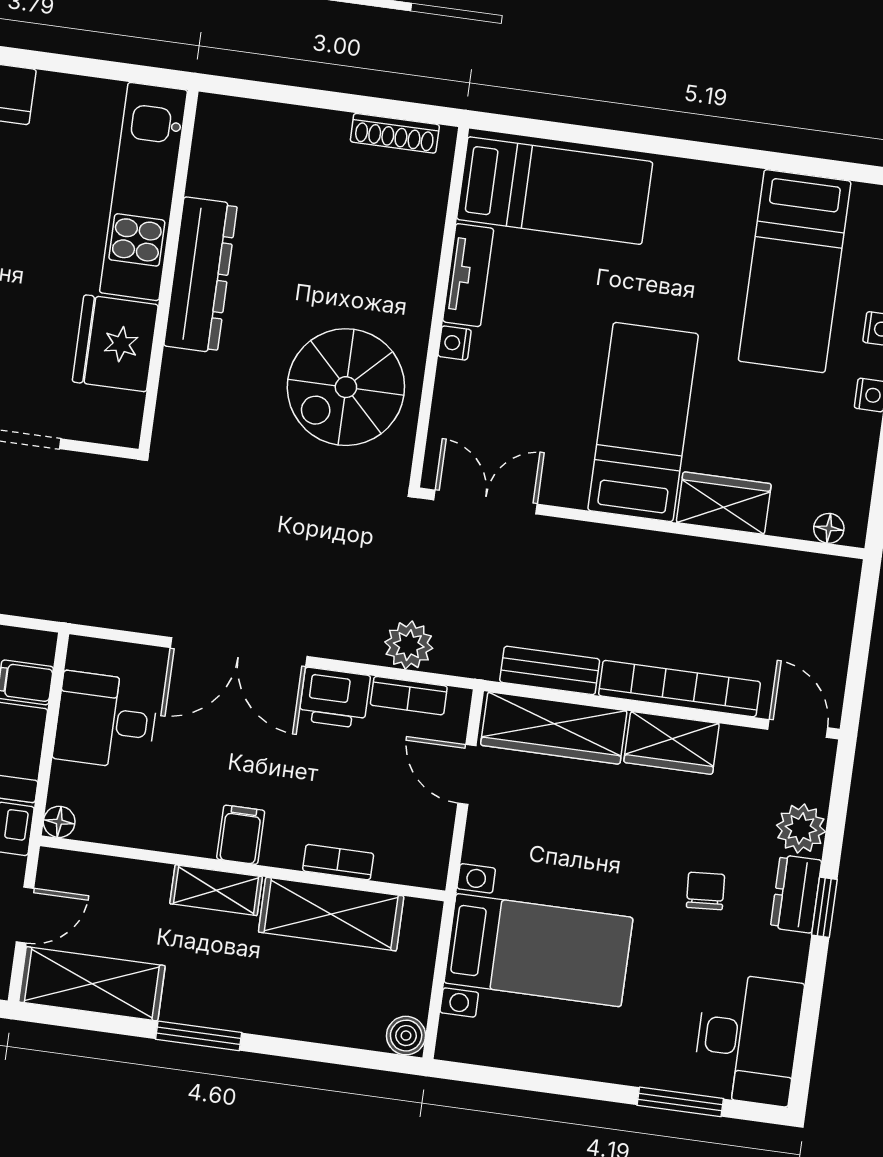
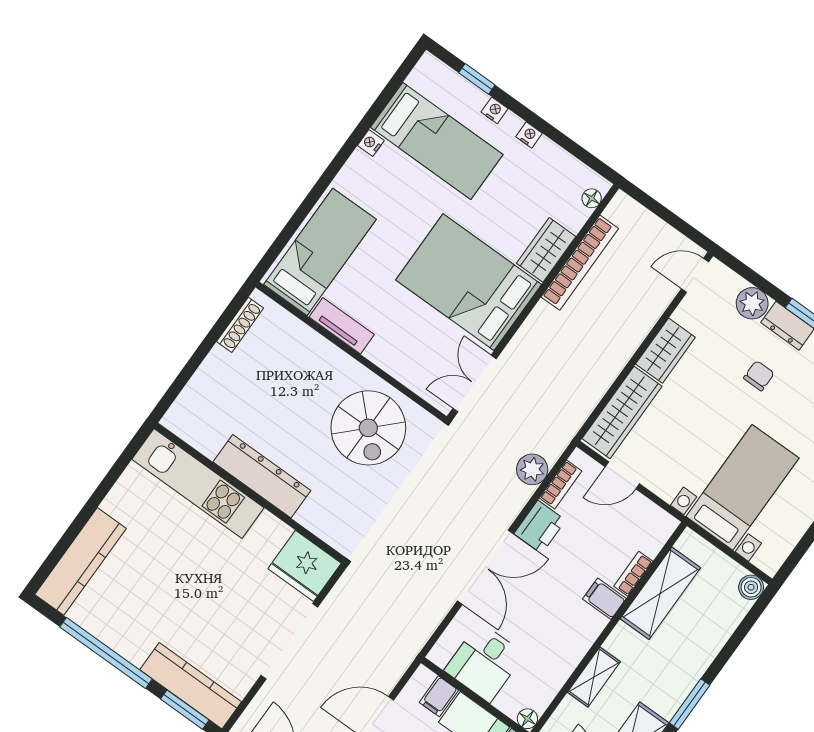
fridge: (115, 343) -> (305, 566), moved
nightstand: (455, 343) -> (371, 143), moved, turned 90
bed: (643, 422) -> (469, 282), width x1.50
bench: (550, 670) -> (588, 398), removed
bookcase: (679, 689) -> (580, 263), moved, turned 180
filing cabinet: (241, 835) -> (604, 599), moved
shelving: (216, 890) -> (594, 677), moved
chair: (705, 891) -> (759, 376), turned 94

